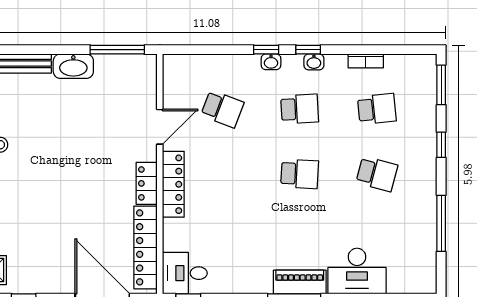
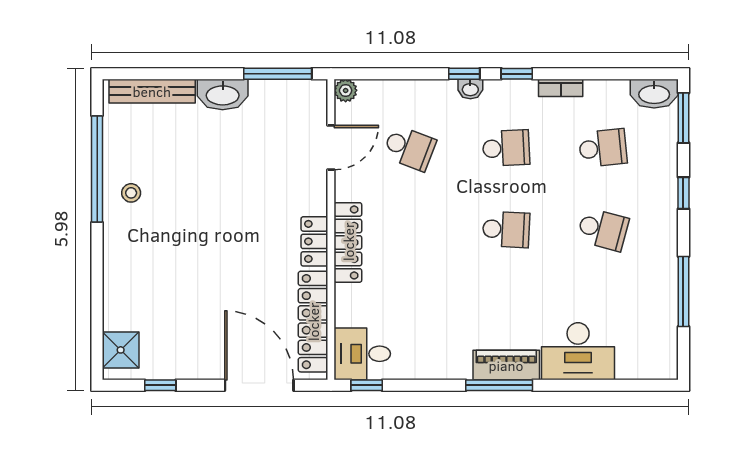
bookcase: (366, 61) -> (561, 88), moved
washbasin: (314, 62) -> (654, 94), moved, width x1.91, depth x1.45
plant: (171, 63) -> (346, 90), added
door: (160, 127) -> (331, 147), moved

